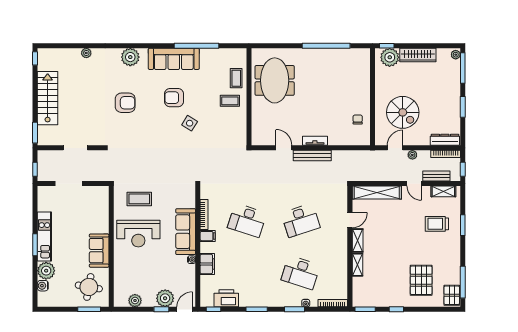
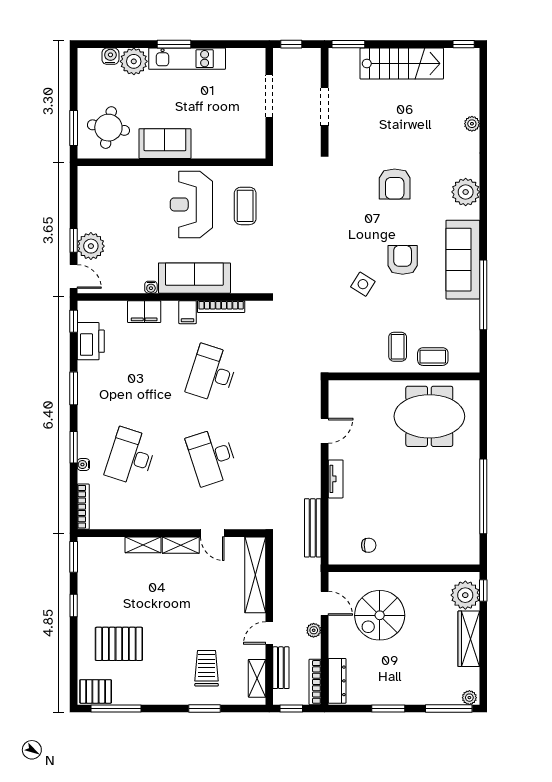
bench: (312, 155) -> (313, 528), moved
plant: (135, 301) -> (87, 199), removed

